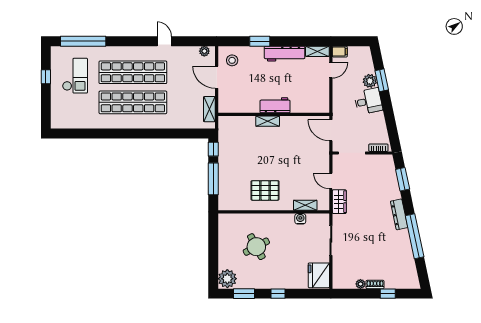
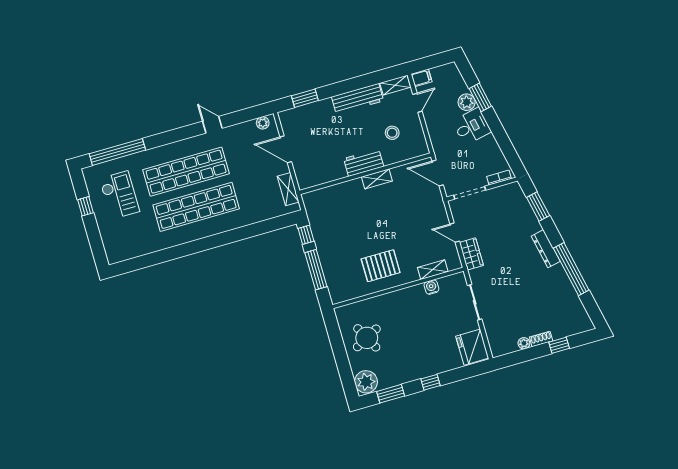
window: (260, 41) -> (305, 98), moved
stool: (232, 60) -> (392, 133), moved
shelving: (268, 121) -> (377, 179), moved
round table: (256, 247) -> (367, 338), moved

